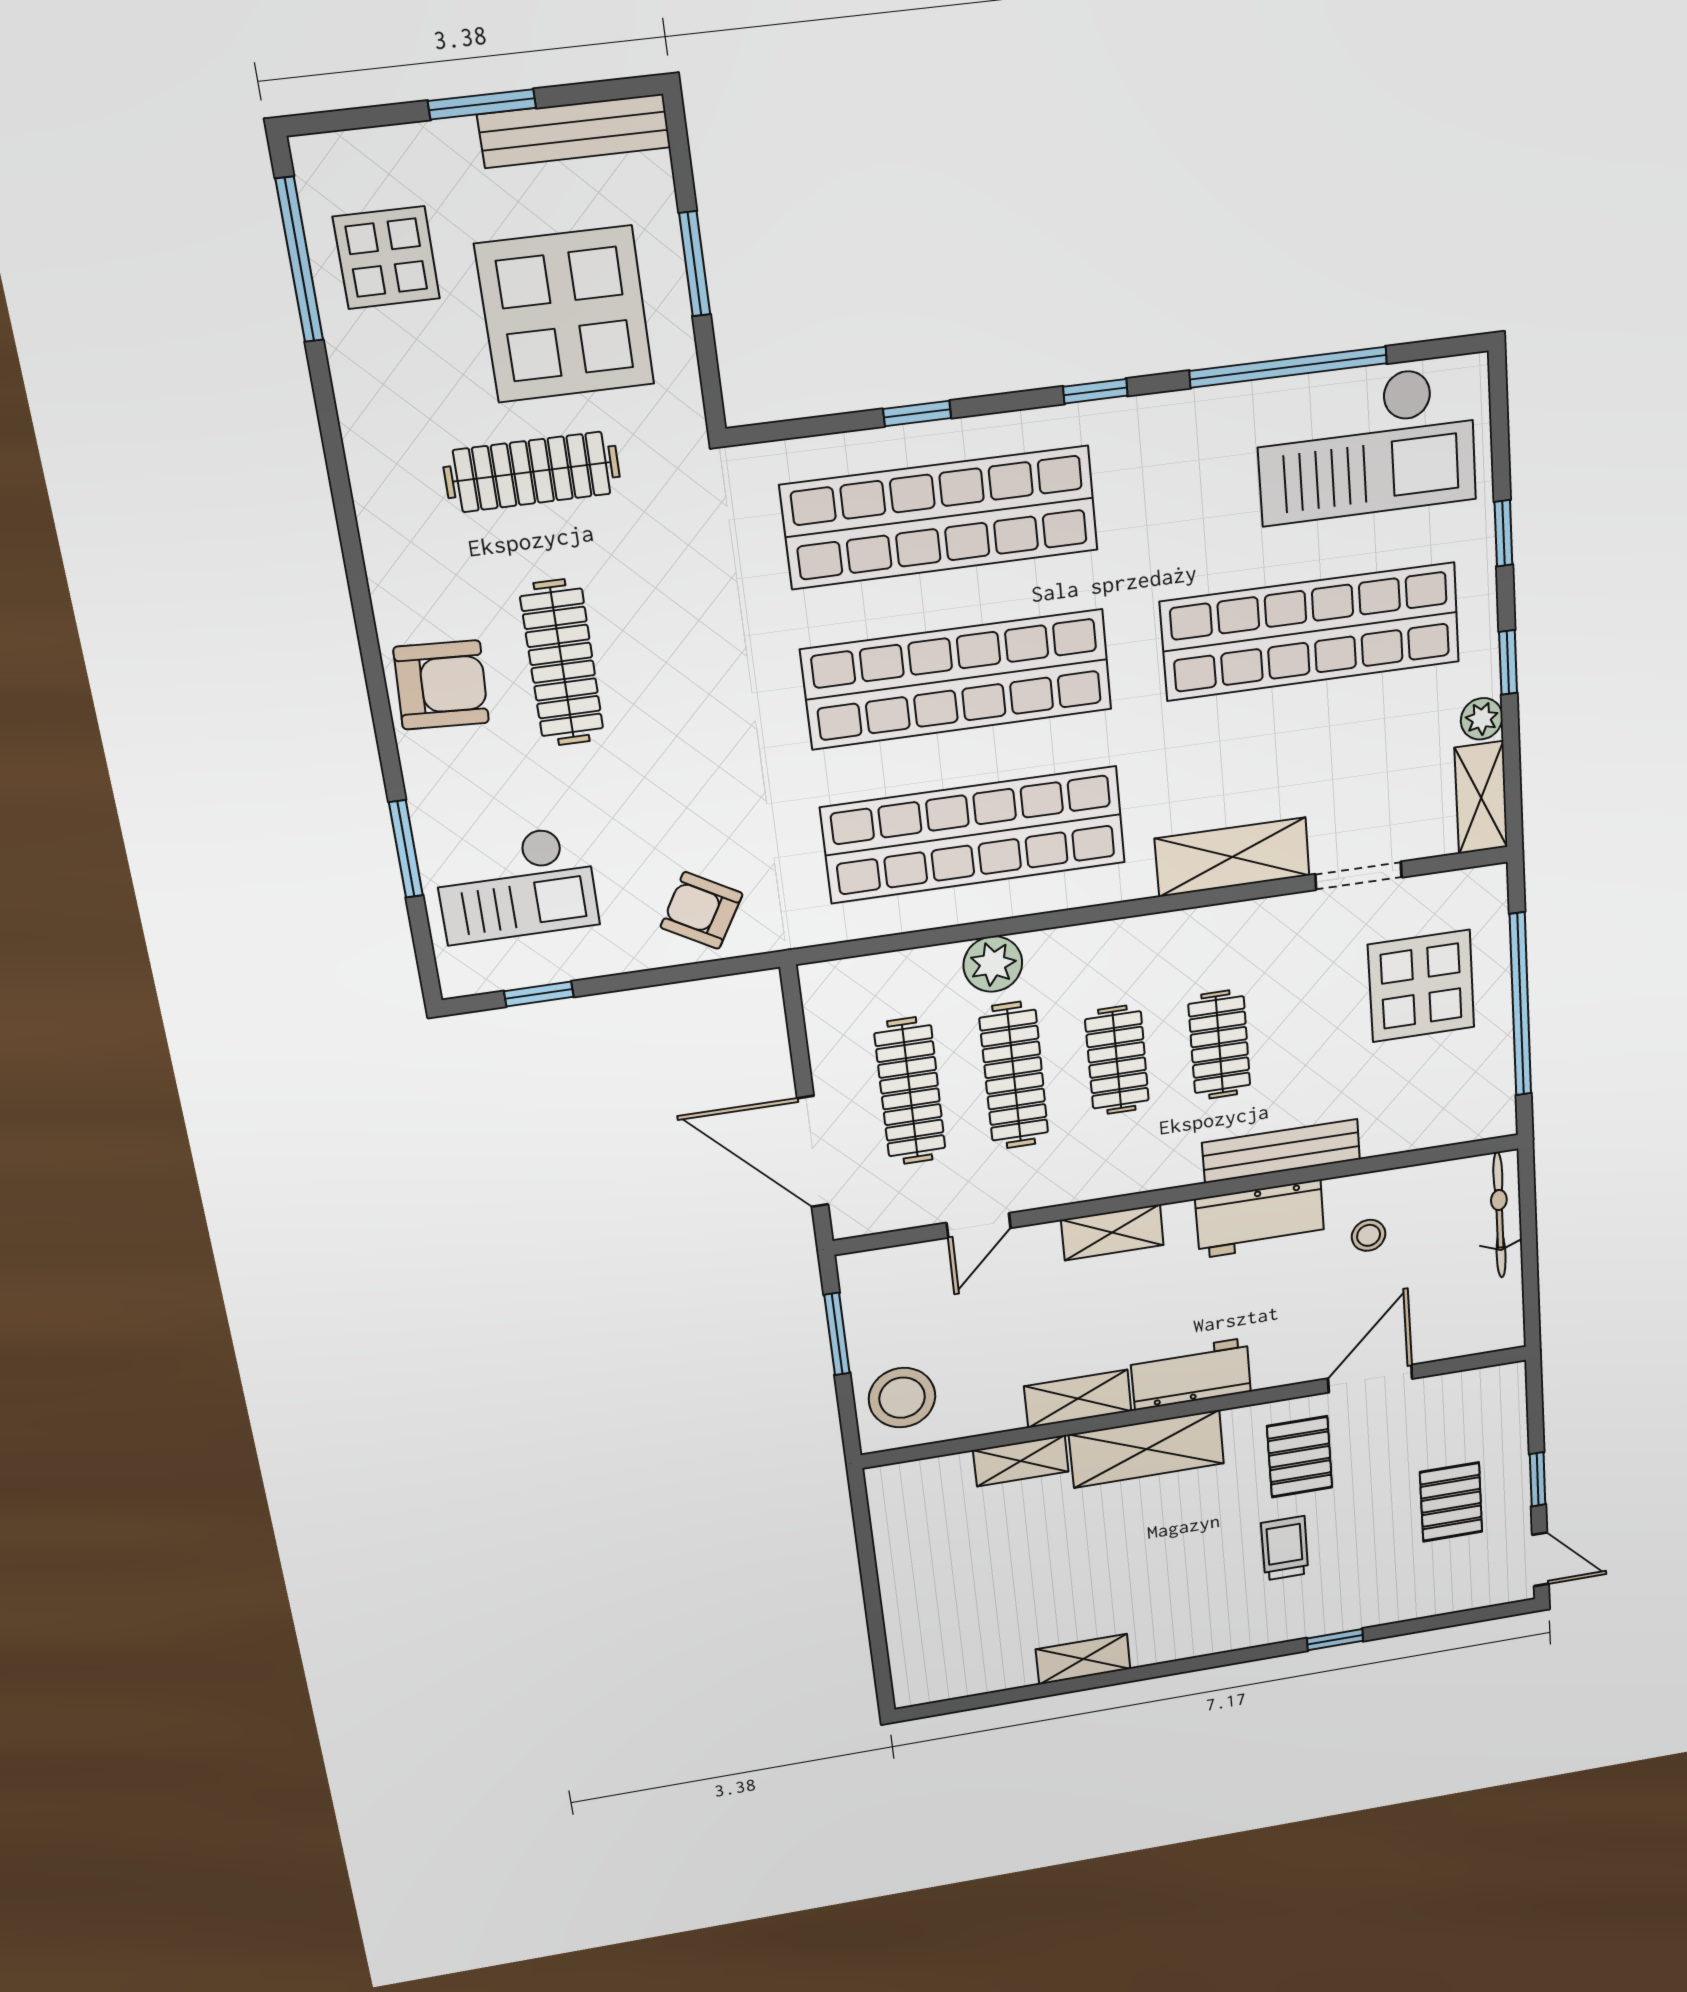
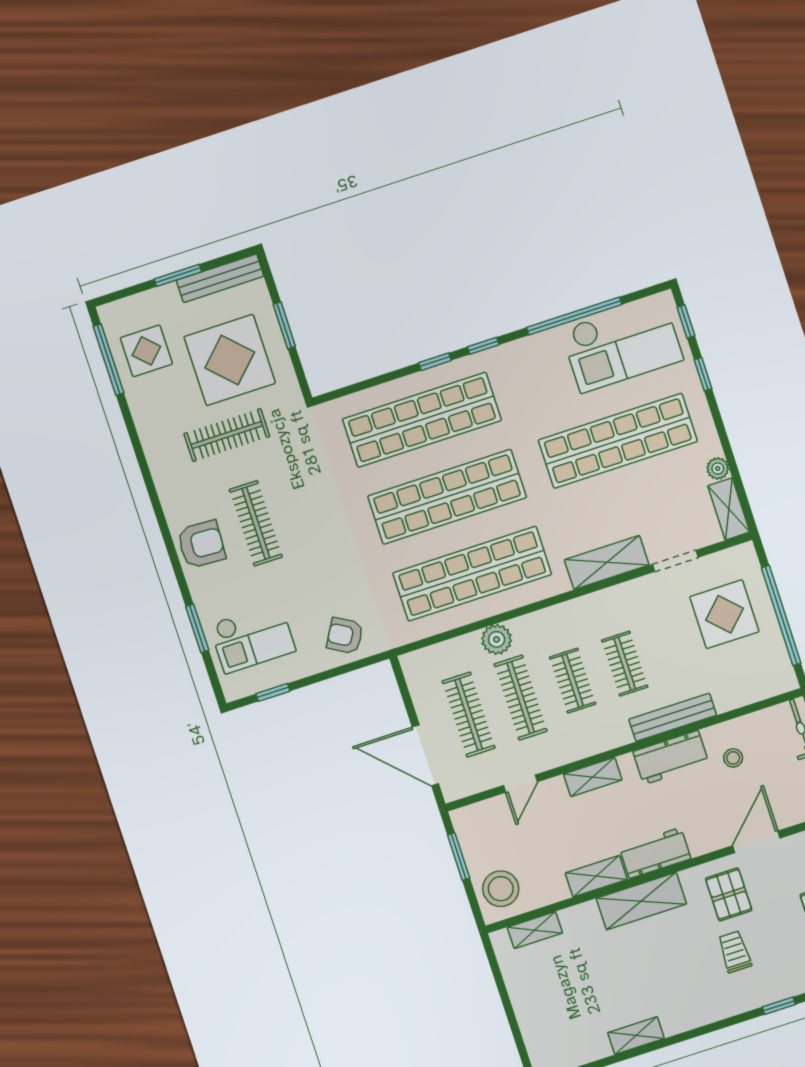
window: (917, 413) -> (435, 362), moved
window: (1508, 662) -> (686, 322), moved
shelving: (1021, 1461) -> (535, 930), moved

